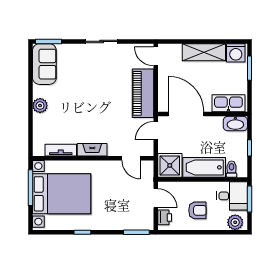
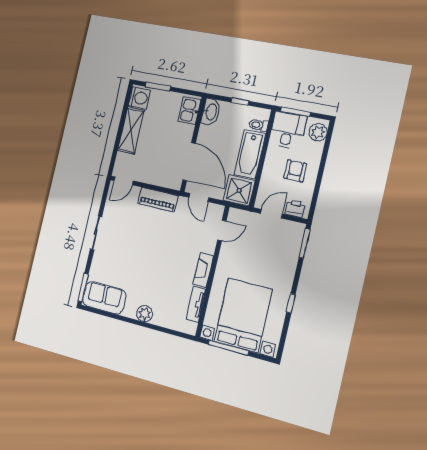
piano: (143, 93) -> (158, 200), width x0.73, depth x0.75
kitchen sink: (228, 103) -> (189, 110), width x0.73
door: (186, 114) -> (189, 162), swing flipped

